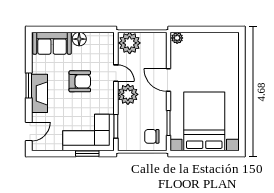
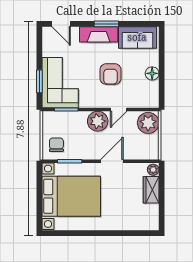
wardrobe: (198, 40) -> (151, 190), added
sofa: (52, 43) -> (137, 37), moved, turned -90

